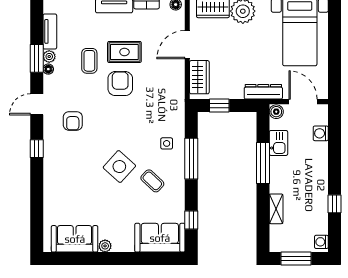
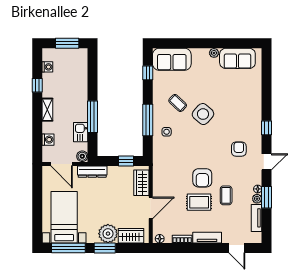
shelving: (276, 209) -> (47, 110), moved
washing machine: (321, 242) -> (47, 67), moved

